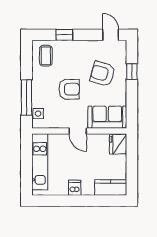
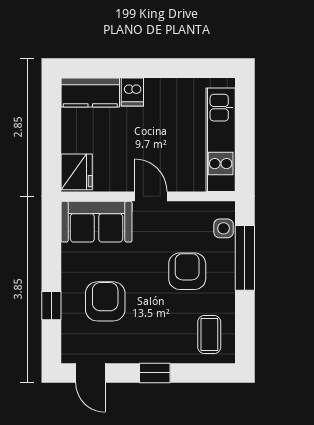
window: (64, 35) -> (155, 373), moved
armchair: (103, 74) -> (105, 301), turned -106
armchair: (69, 89) -> (187, 271), moved, turned 90
dishwasher: (75, 188) -> (132, 92), moved

